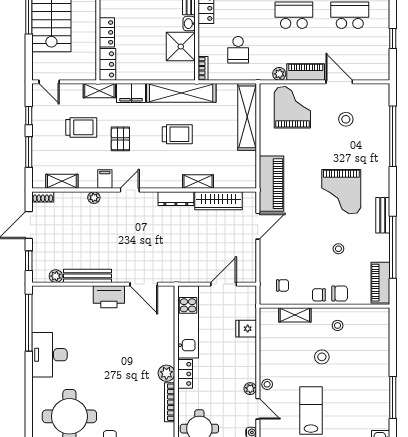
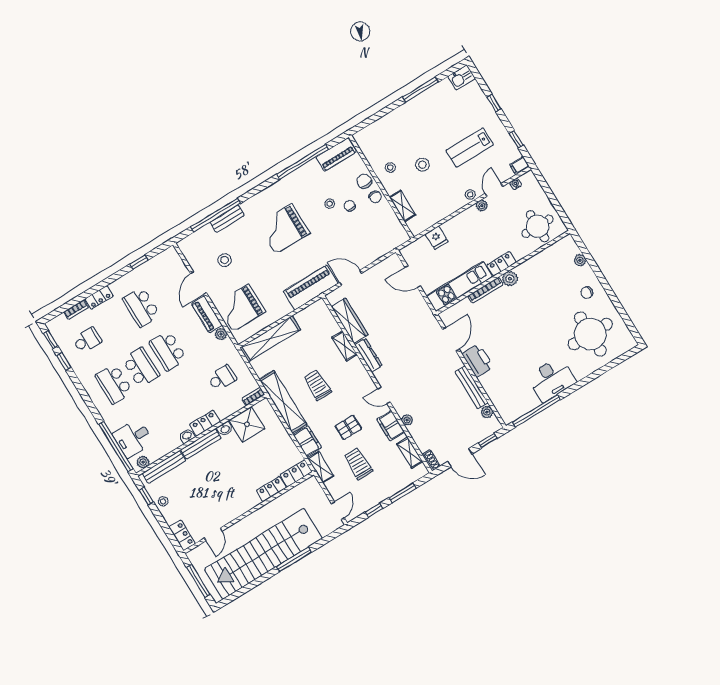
filing cabinet: (105, 179) -> (391, 426), width x2.00
grand piano: (341, 192) -> (284, 229), turned 180
bench: (383, 215) -> (227, 219), moved
chair: (282, 285) -> (350, 206), moved
bookcase: (170, 402) -> (486, 290), moved

